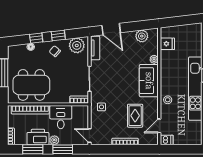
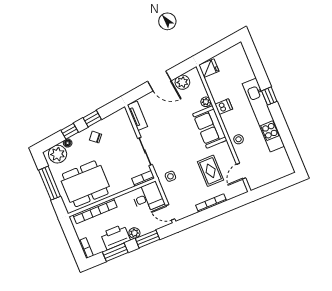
door: (111, 29) -> (159, 81), moved
fridge: (167, 44) -> (209, 68), moved
plant: (77, 45) -> (58, 154), moved
desk: (61, 117) -> (148, 197), moved, turned 90
dishwasher: (167, 140) -> (224, 107), moved

